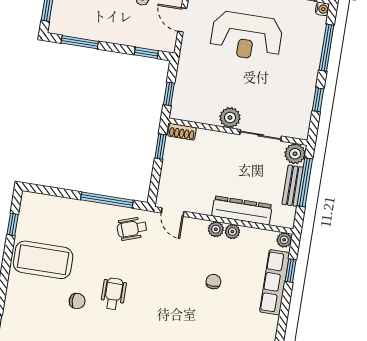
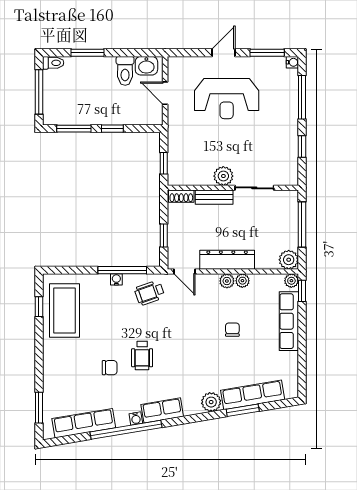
window: (146, 53) -> (112, 129), moved
window: (160, 146) -> (164, 236), moved
plant: (295, 154) -> (289, 260), moved
bench: (293, 186) -> (214, 197), moved, turned 90
water cooler: (99, 209) -> (116, 279), added
dresser: (242, 210) -> (227, 260), moved
coffee table: (43, 260) -> (65, 311), moved, turned 90
window: (291, 271) -> (302, 291), moved
wheelchair: (113, 294) -> (142, 355), turned 180

